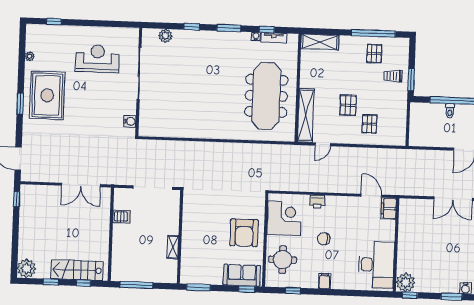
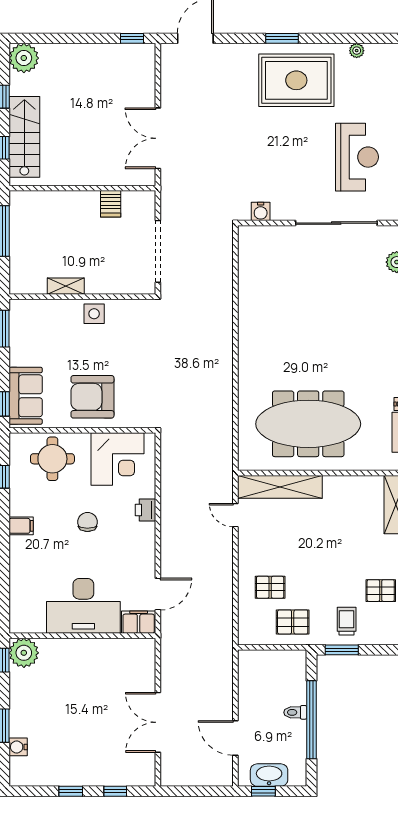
pallet: (348, 105) -> (293, 622), moved
side table: (191, 230) -> (94, 314), added
desk: (376, 265) -> (83, 606), moved

